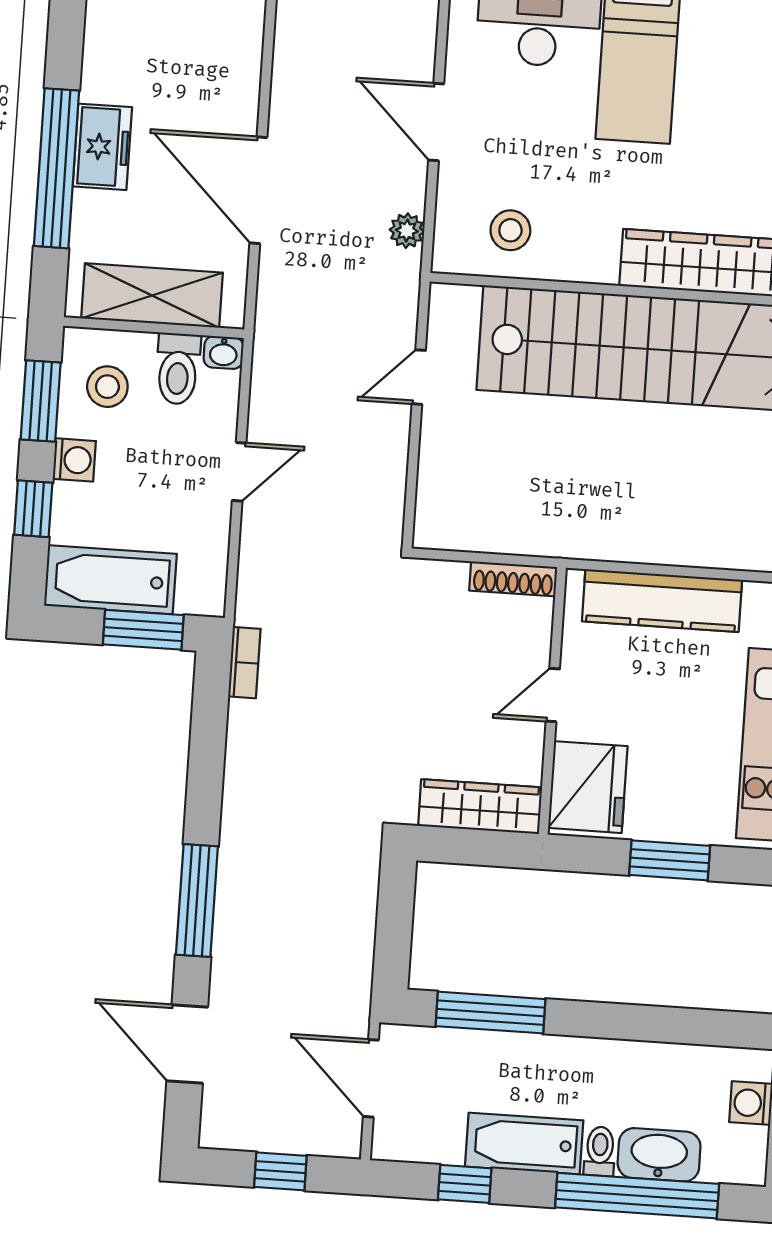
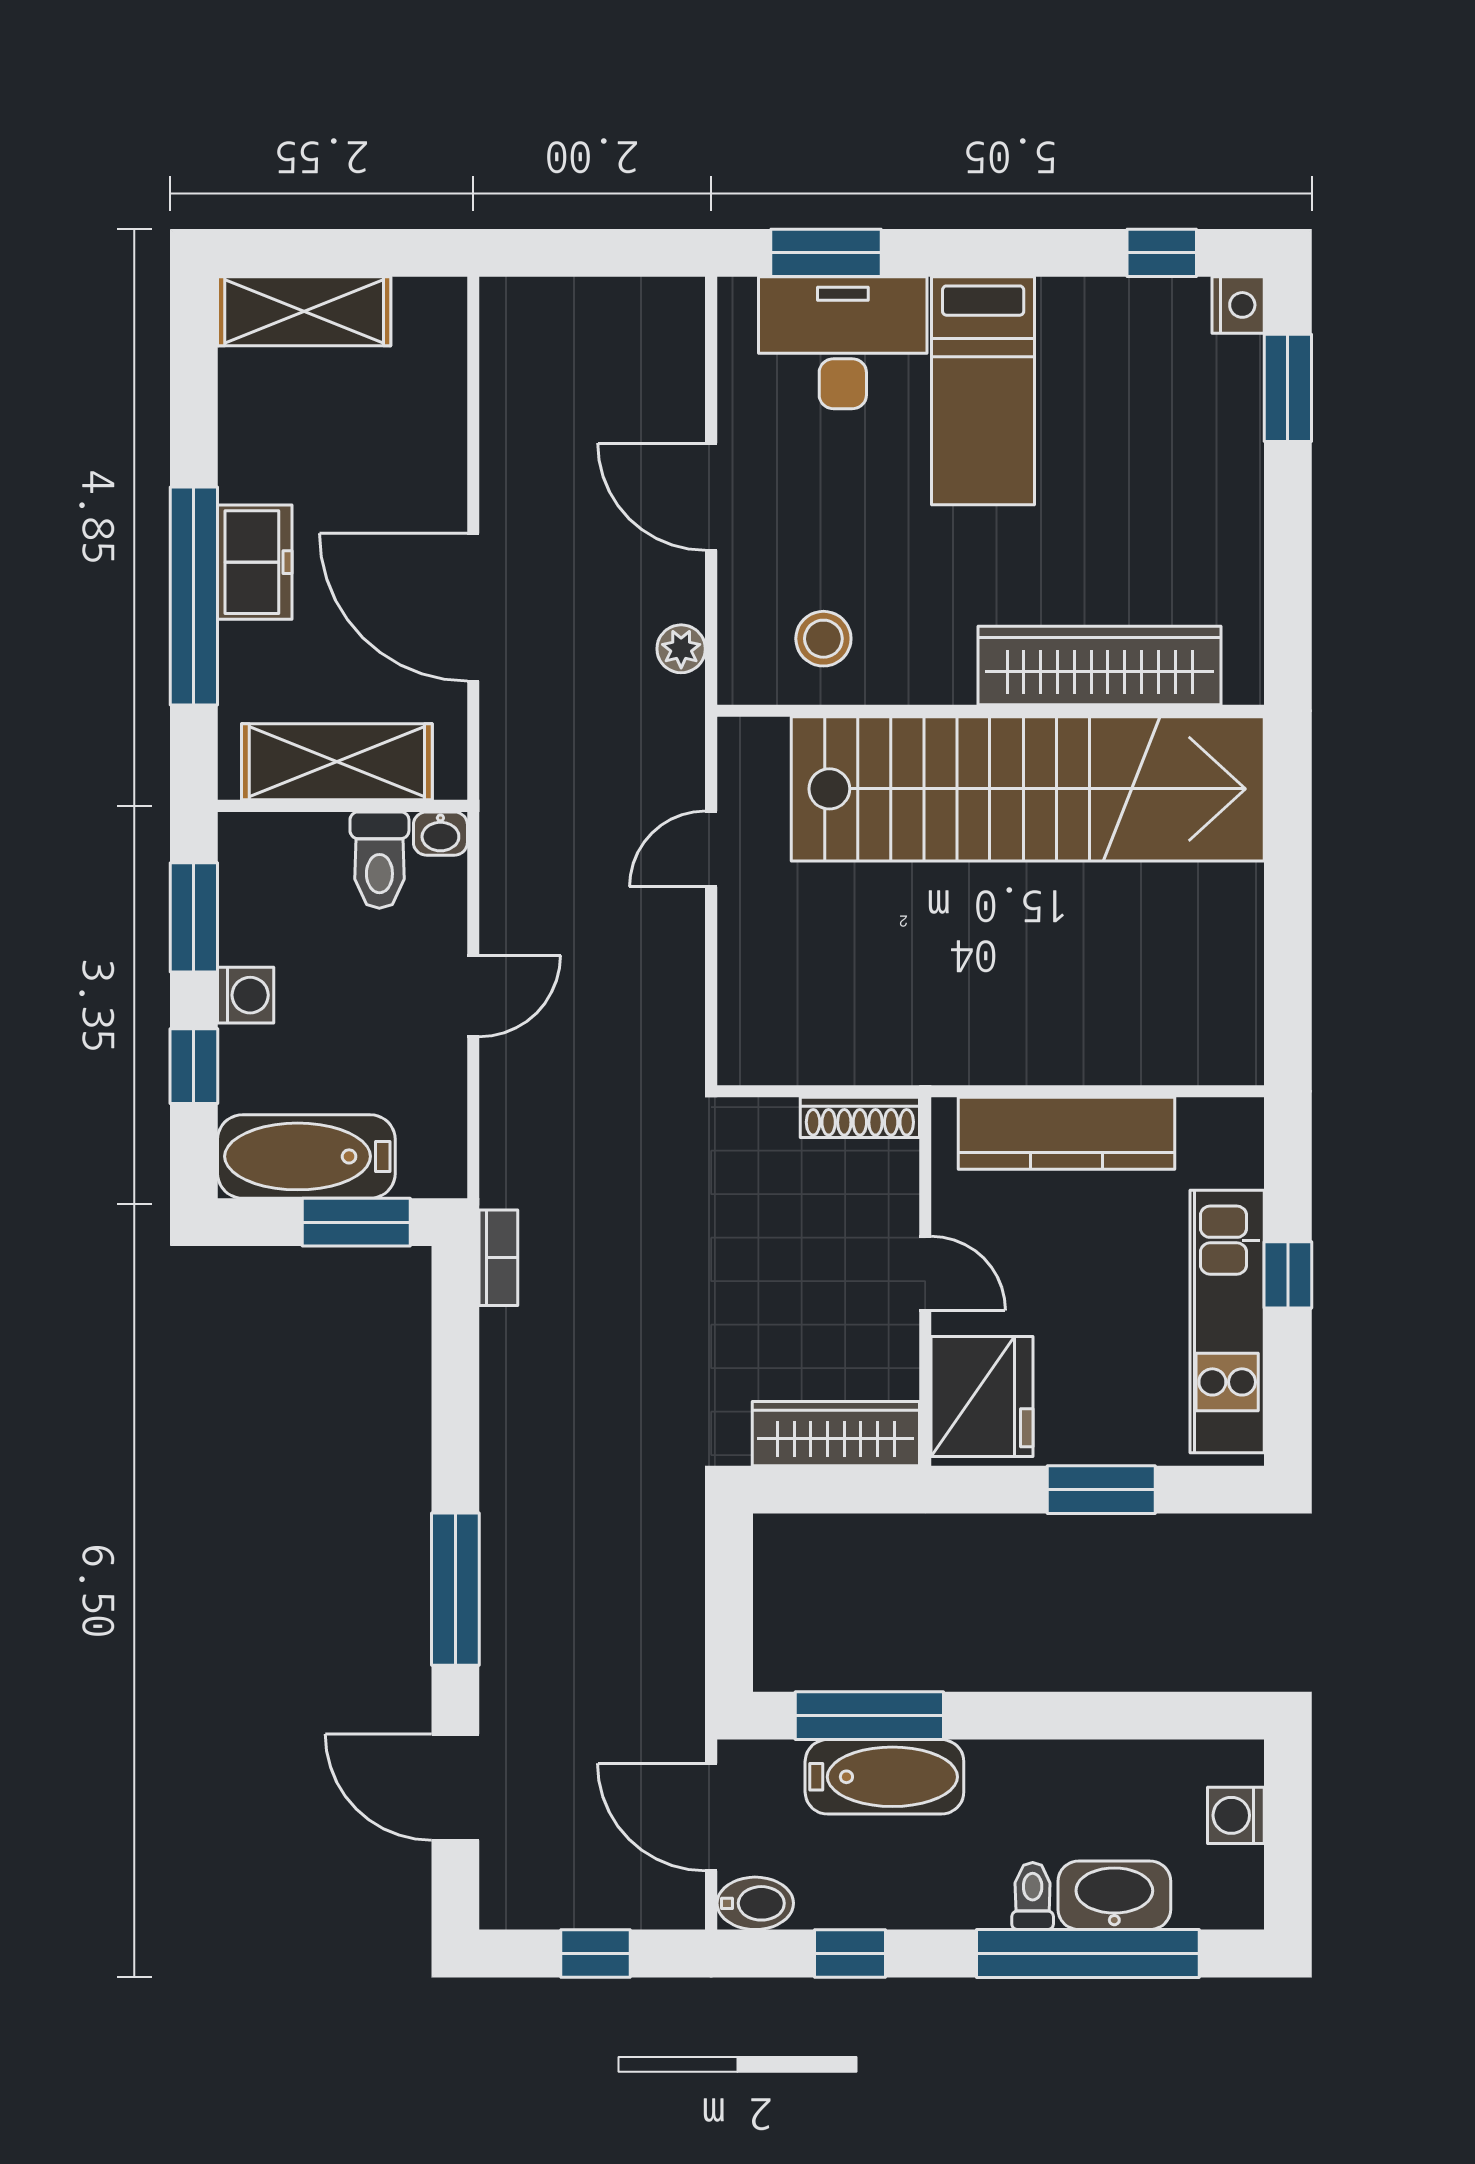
stool: (107, 387) -> (284, 891), removed
door: (553, 695) -> (925, 1273), swing flipped
bidet: (399, 1143) -> (755, 1903), added
bathtub: (524, 1143) -> (884, 1777), moved, turned 180

